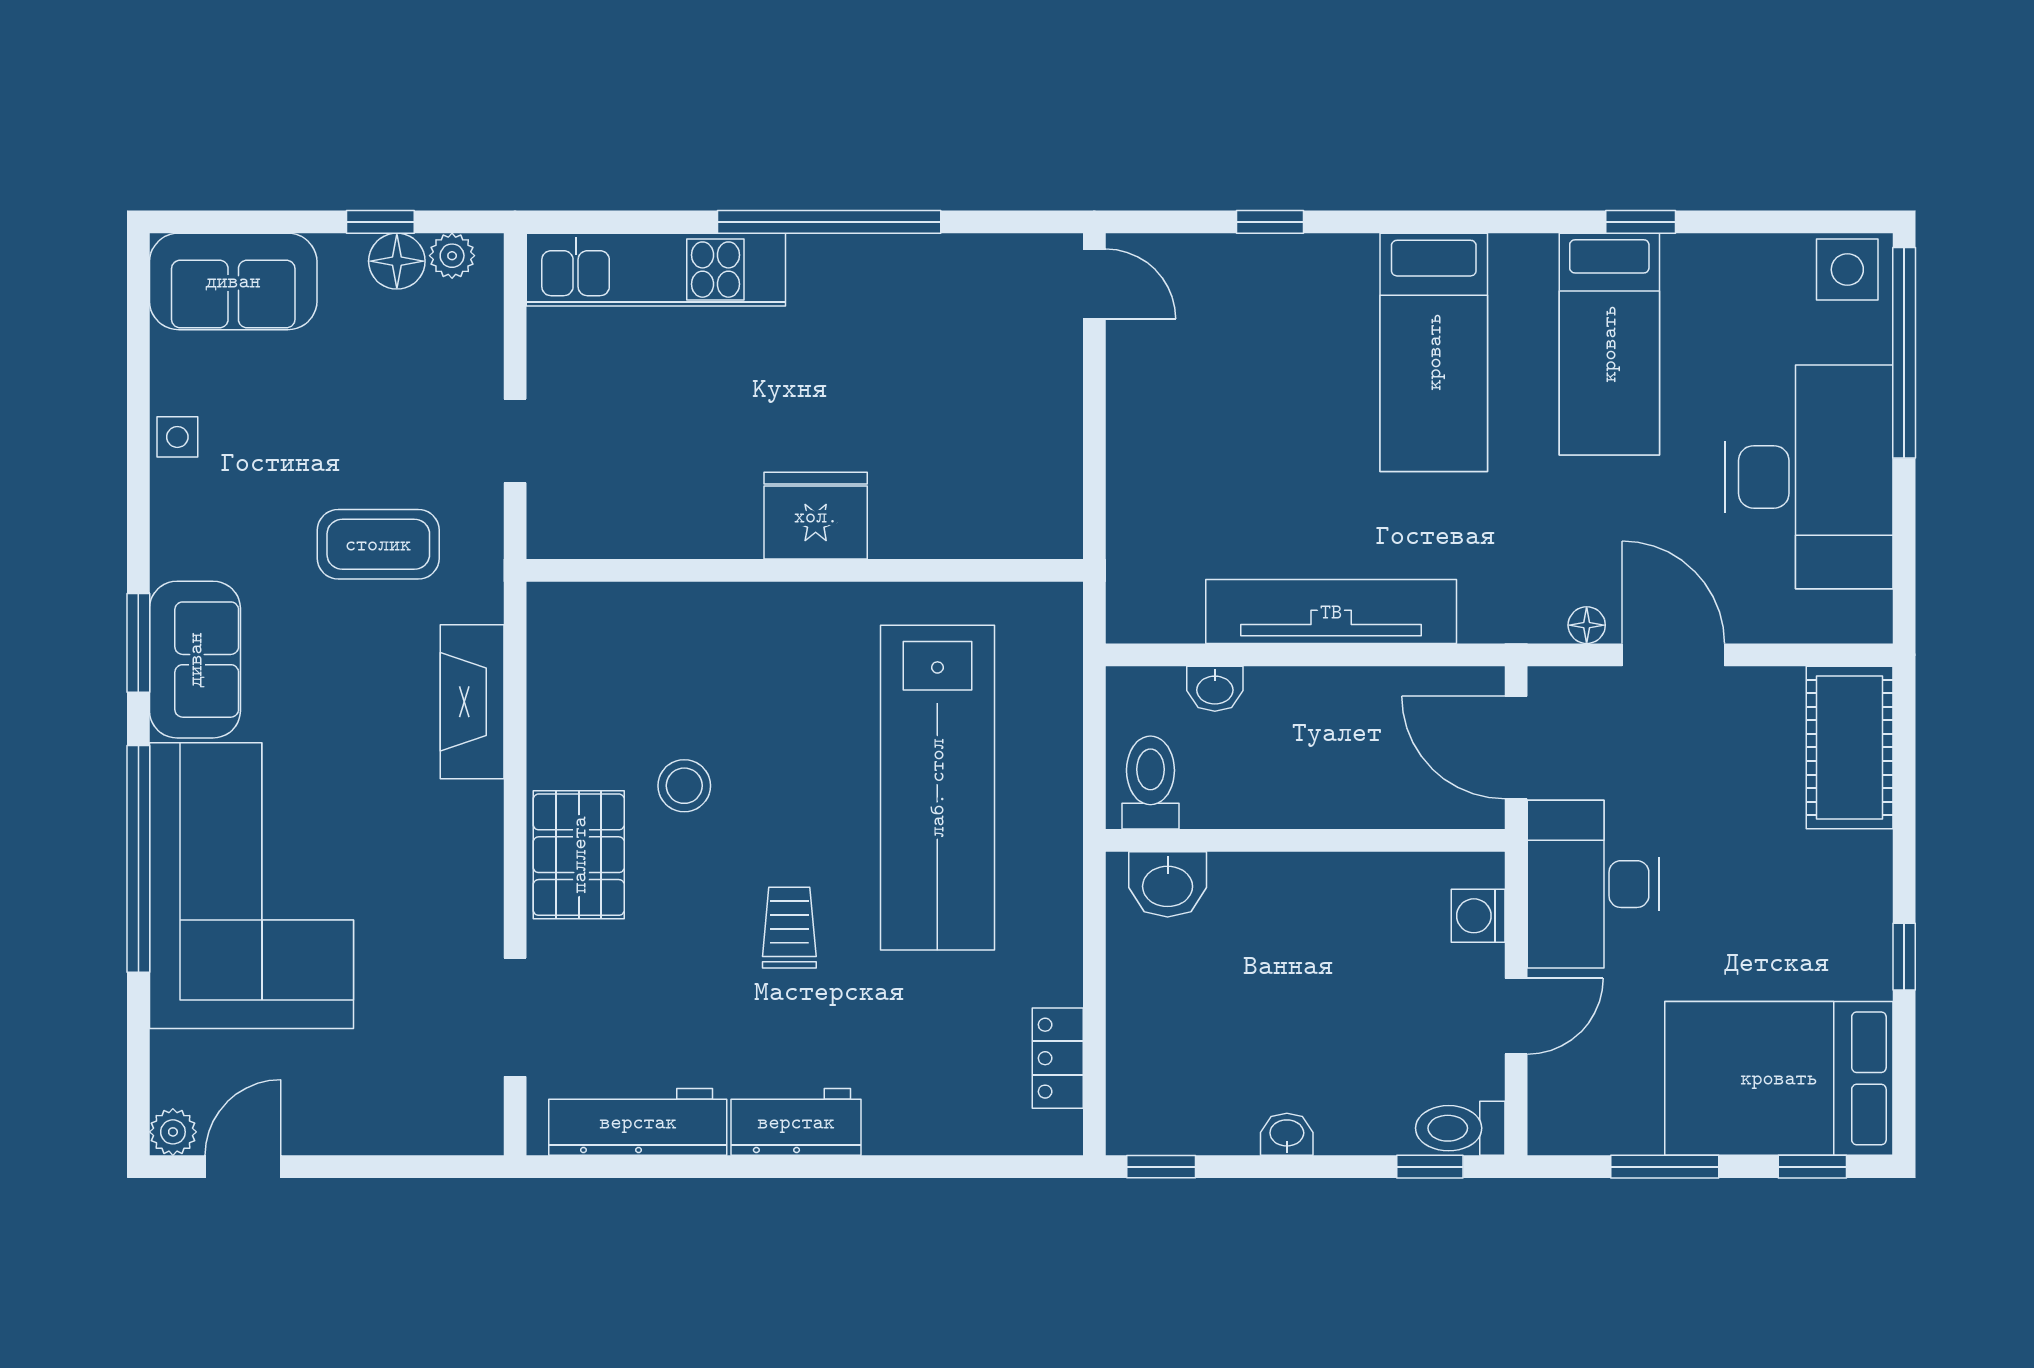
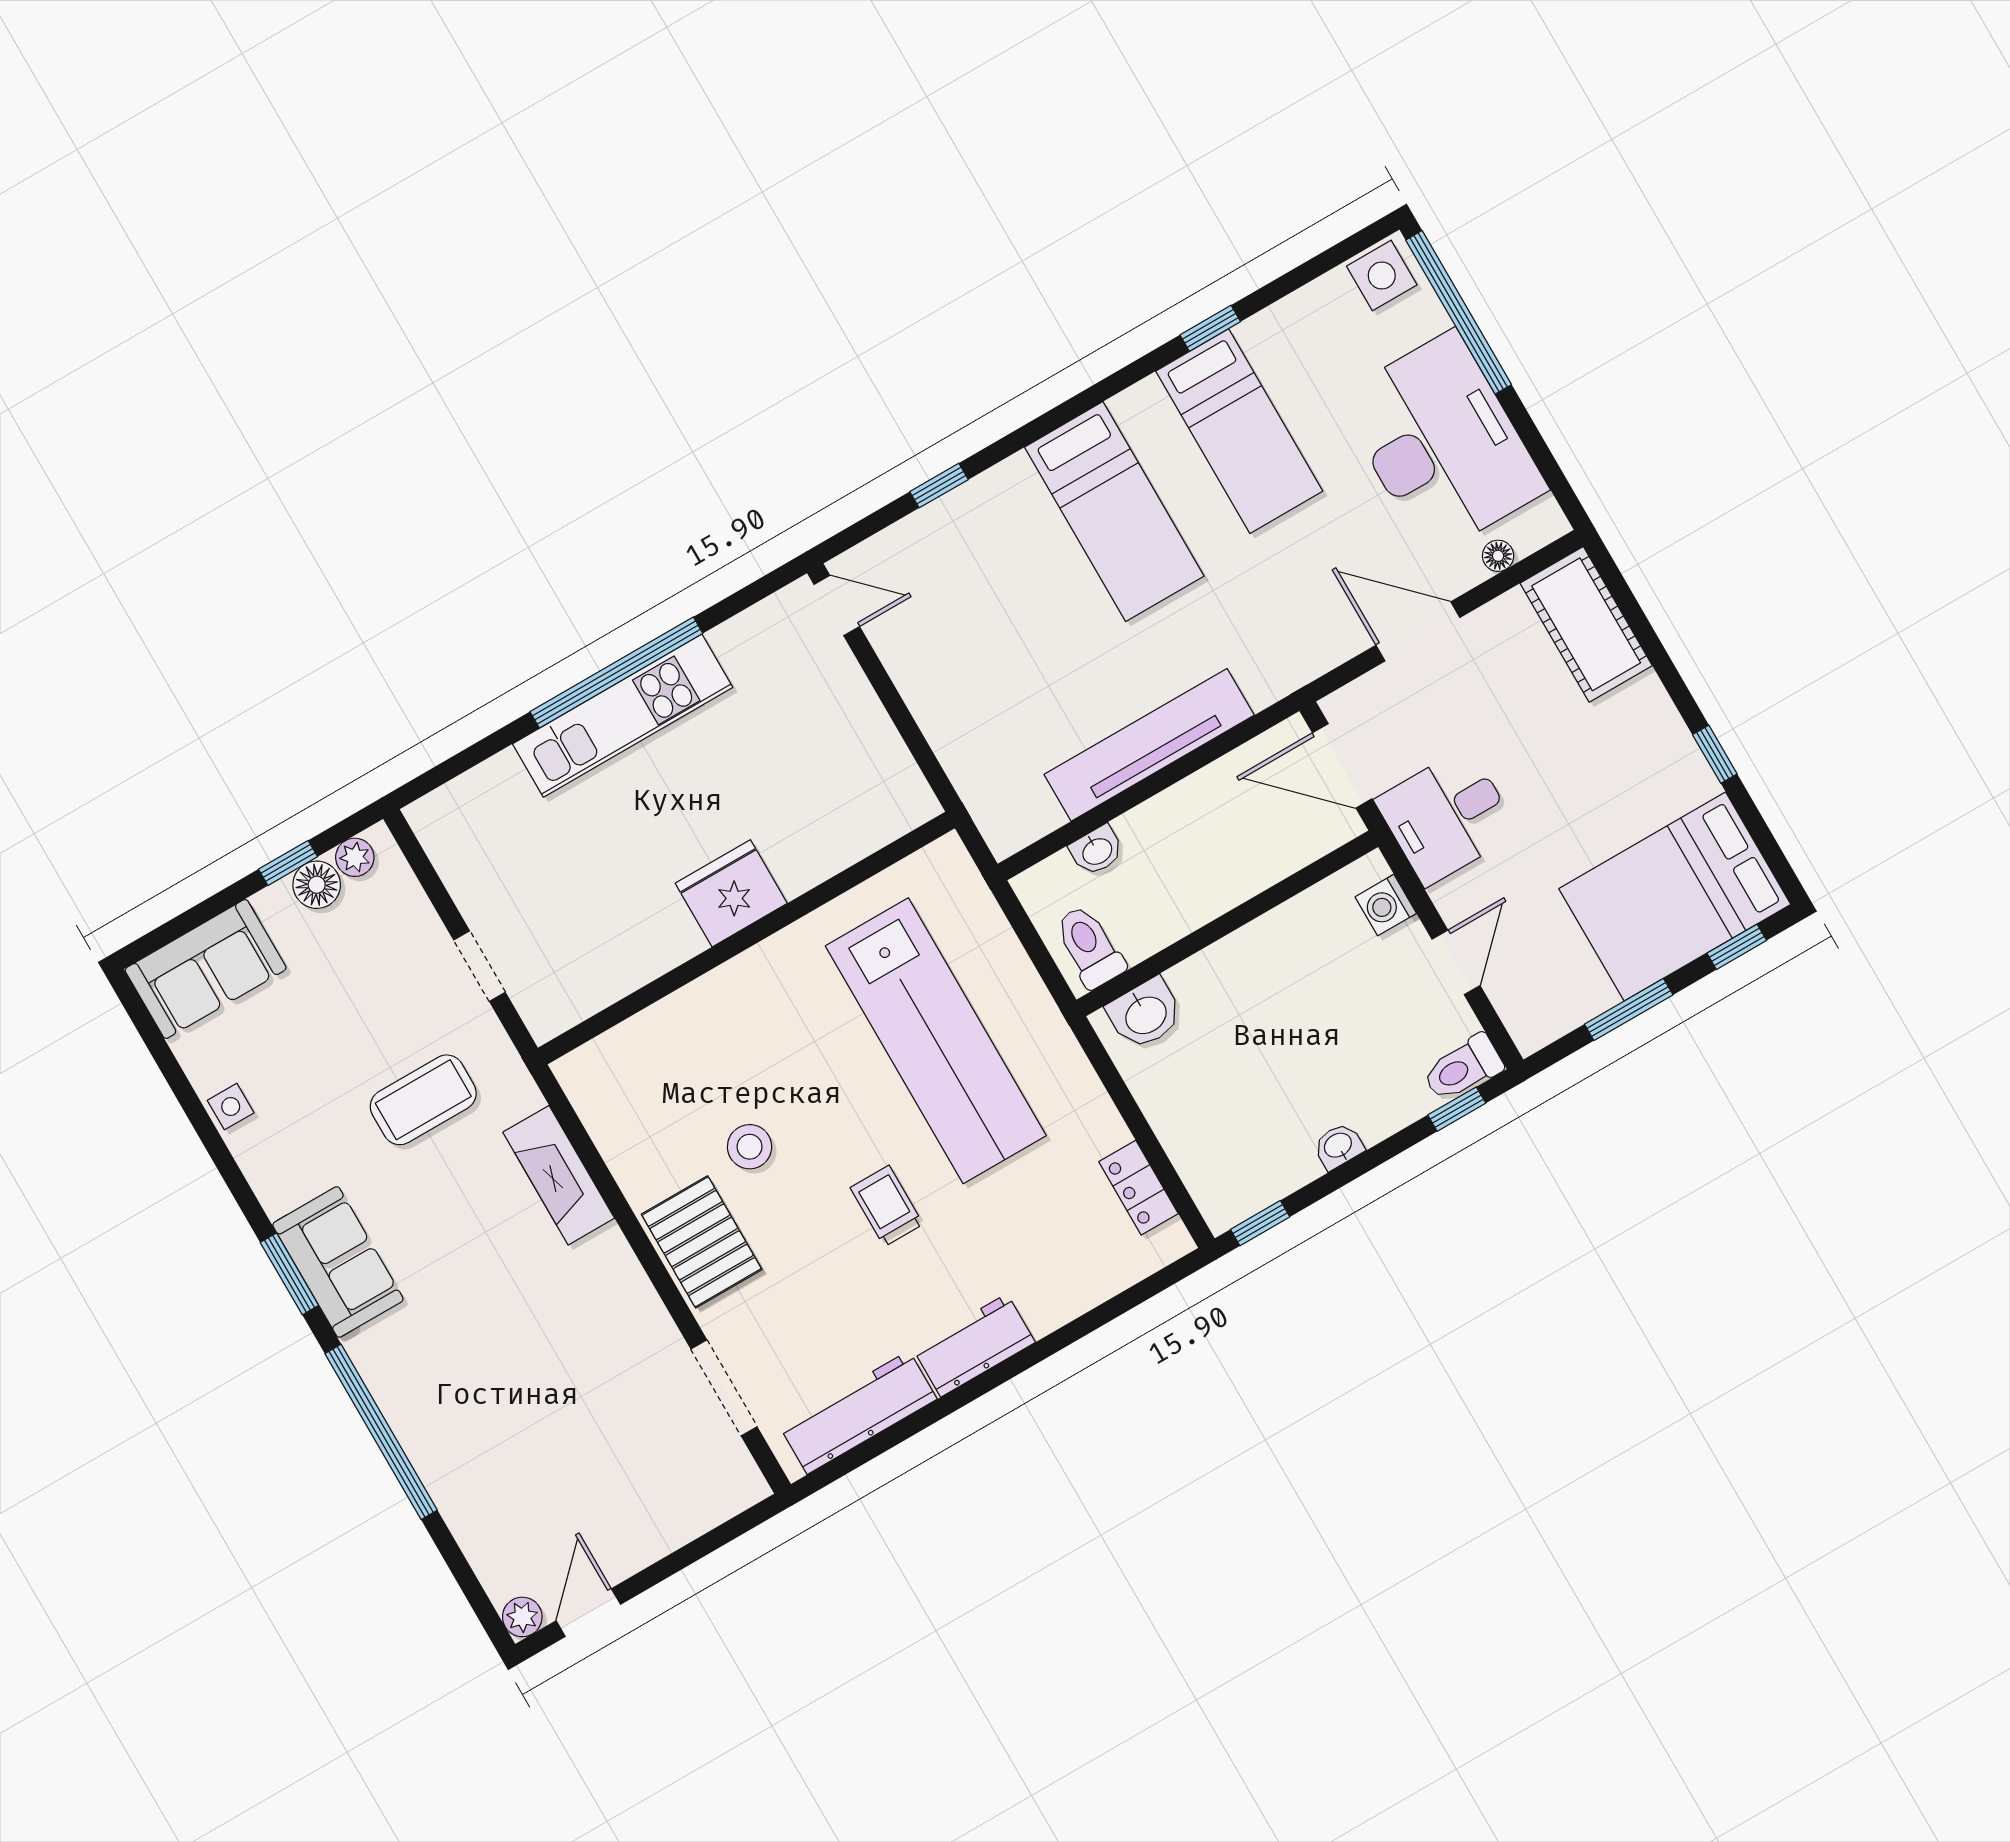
kitchen unit: (656, 270) -> (623, 716), moved
floor lamp: (1587, 625) -> (1498, 556), moved
desk: (1593, 884) -> (1447, 816), width x0.73
corner sofa: (251, 886) -> (475, 1403), removed

